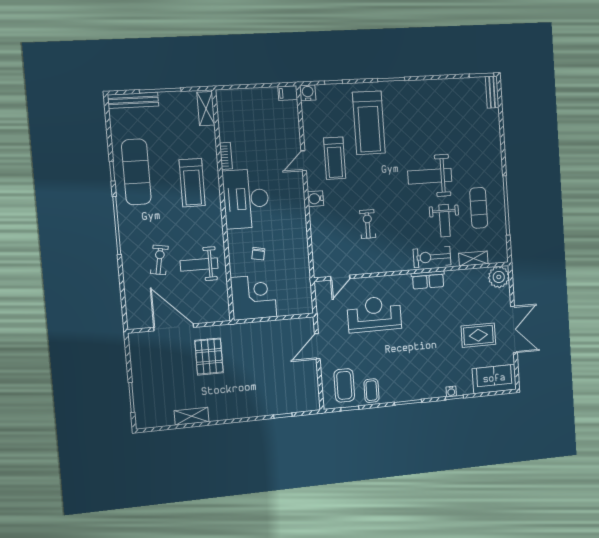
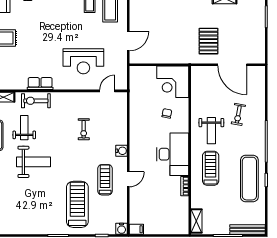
exercise bike: (432, 257) -> (36, 101), turned 180
weight bench: (199, 264) -> (211, 131), moved, turned 90

